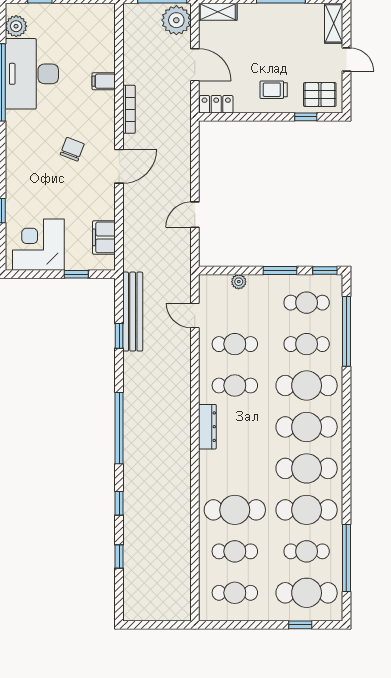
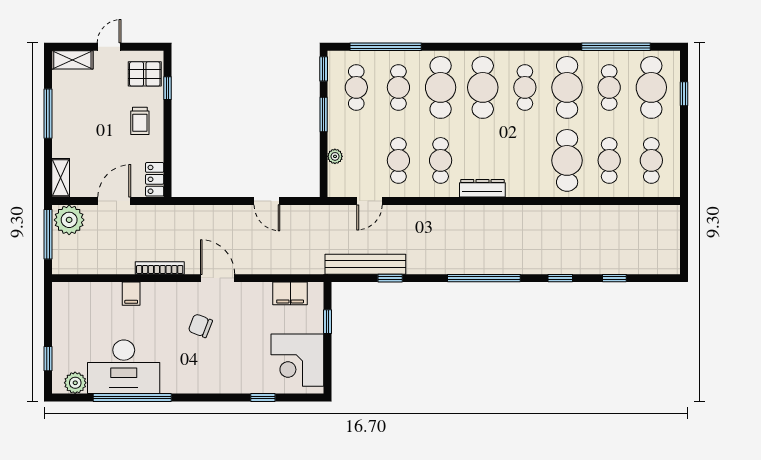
pallet: (320, 95) -> (145, 74), turned 90
cafe table: (307, 468) -> (525, 87), width x0.73, depth x0.74

